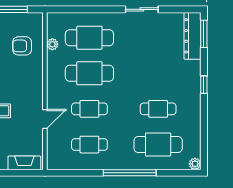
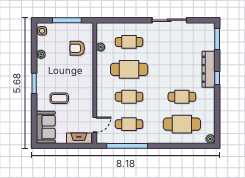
sliding door: (142, 9) -> (169, 20), width x1.37
dresser: (193, 36) -> (208, 69), moved
cafe table: (89, 38) -> (129, 42), width x0.73, depth x0.74
door: (45, 119) -> (95, 125), moved
window: (130, 173) -> (127, 146), moved

